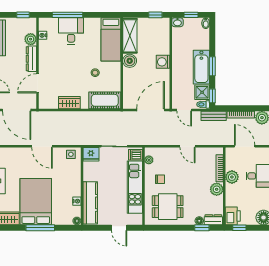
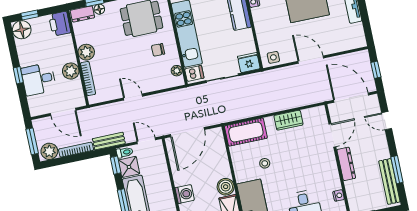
plant: (31, 39) -> (352, 188), removed
window: (239, 228) -> (30, 15), moved

